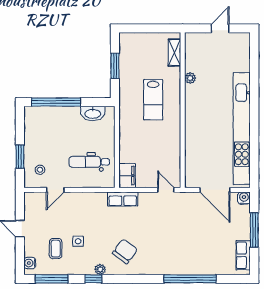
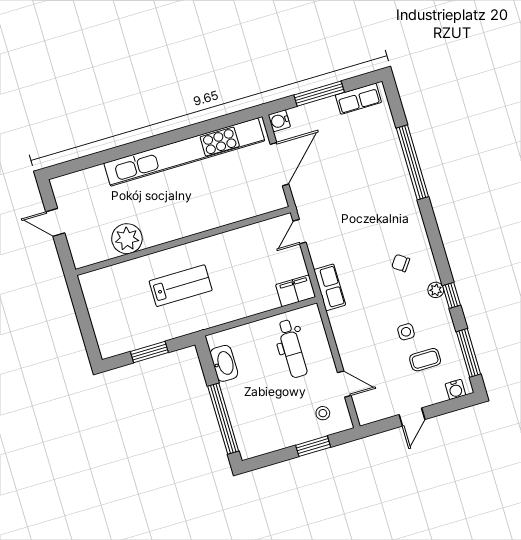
shelving: (174, 53) -> (107, 276), removed
plant: (190, 78) -> (127, 239), width x1.87, depth x1.87
chair: (125, 251) -> (401, 263), width x0.54, depth x0.54

